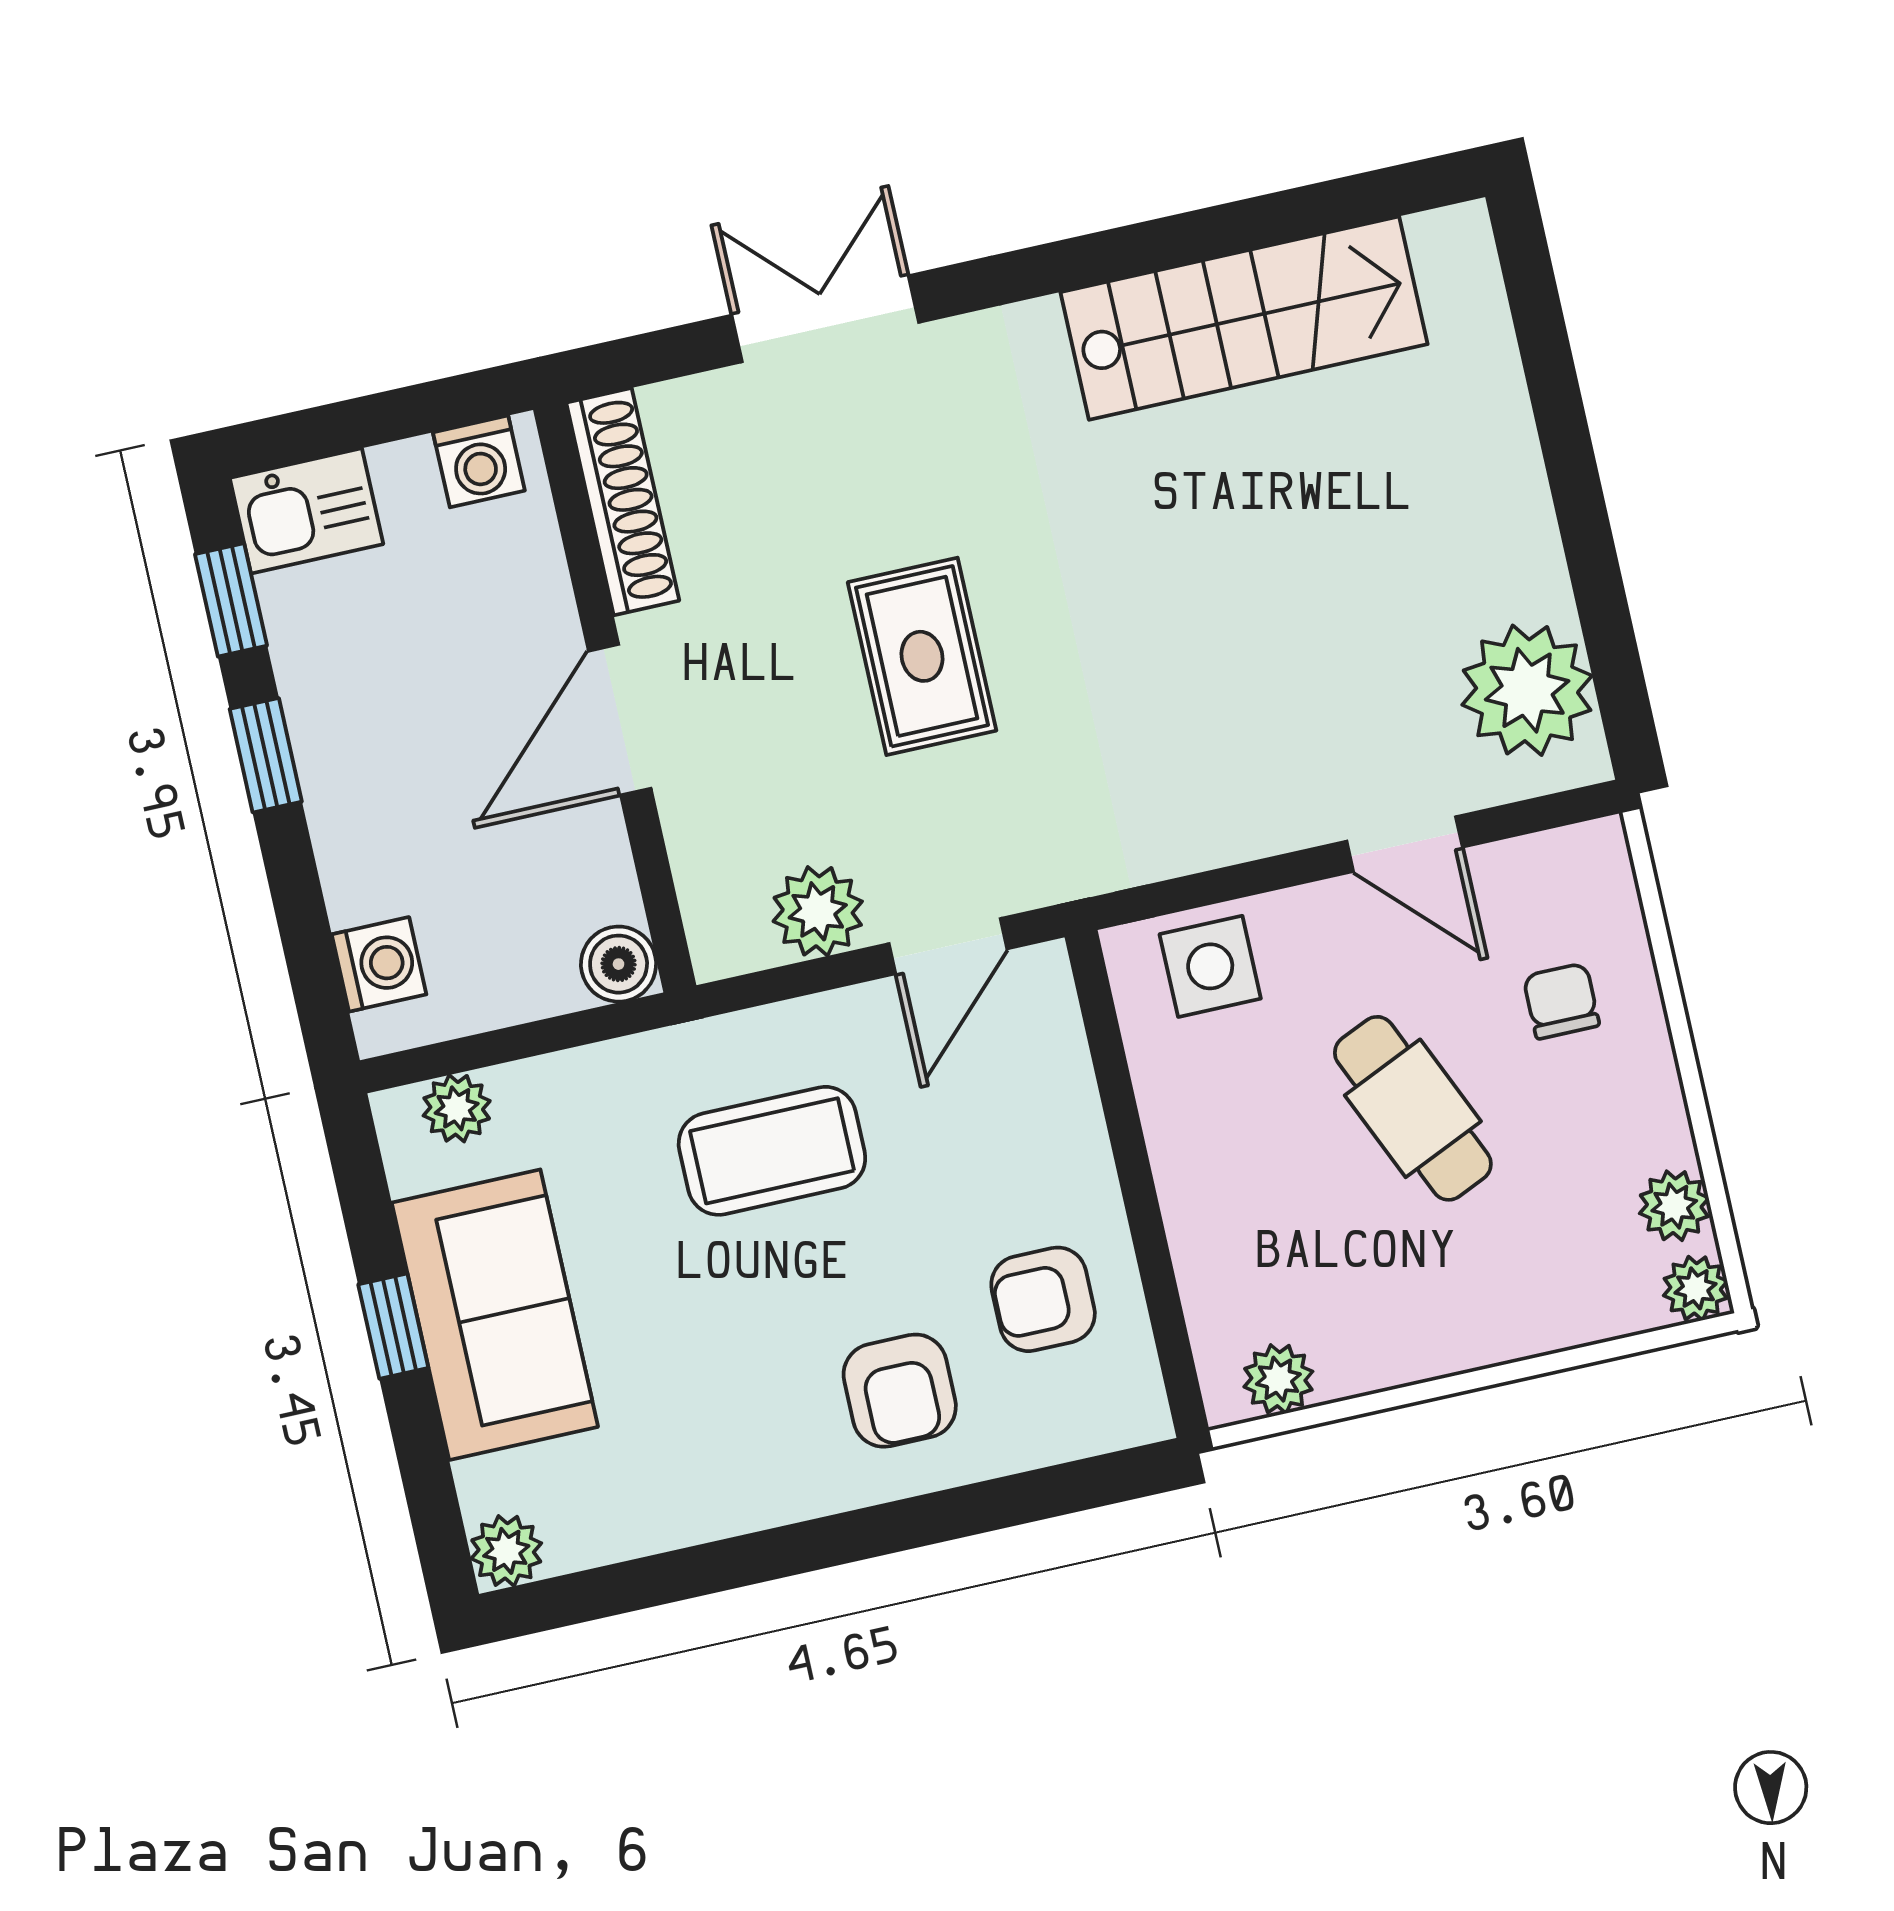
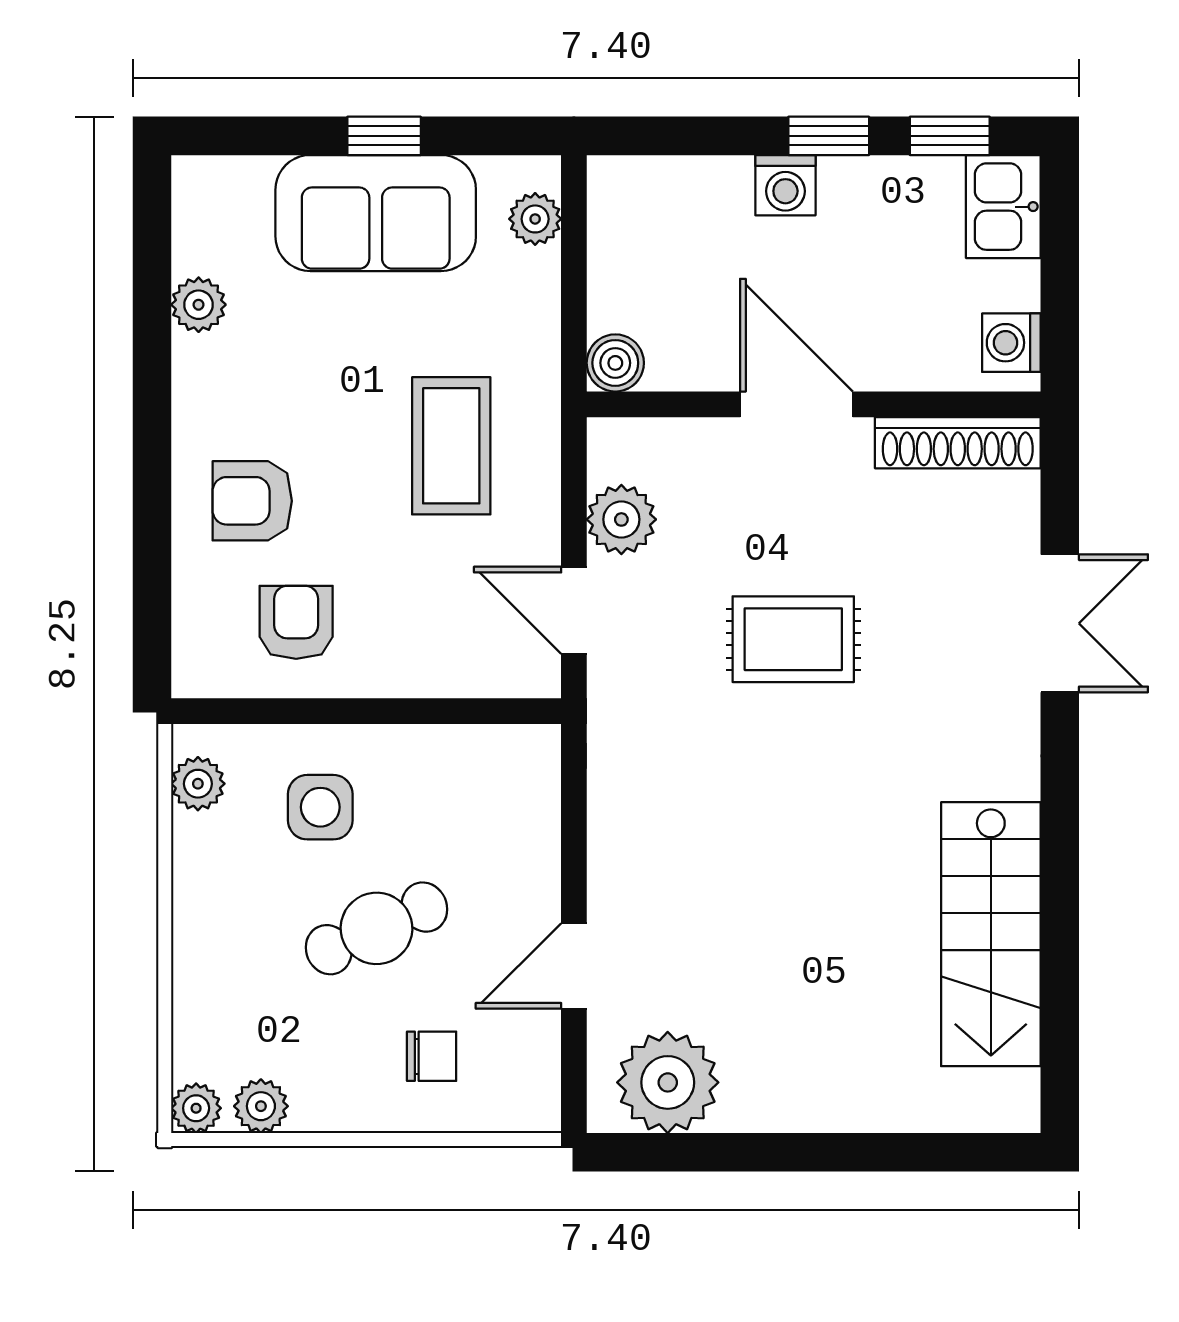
washing machine: (379, 964) -> (785, 185), moved
side table: (1210, 966) -> (320, 807), moved
plant: (506, 1551) -> (199, 305), moved

